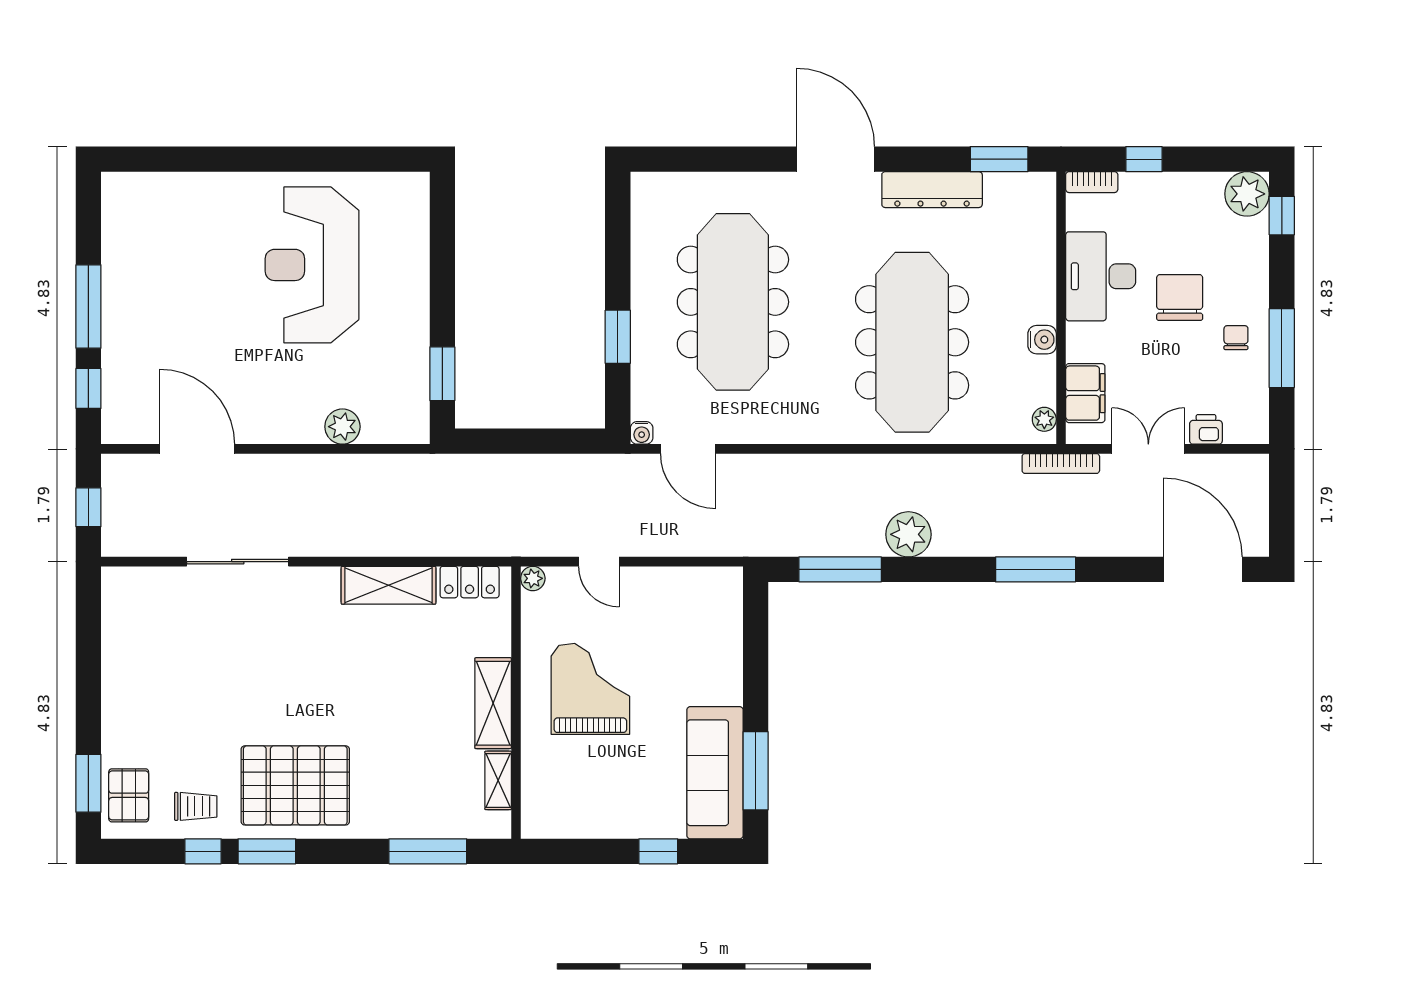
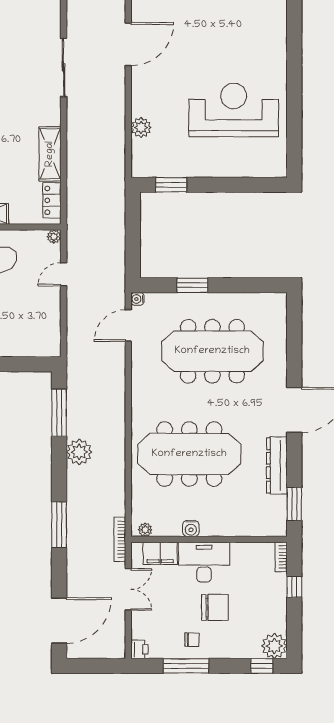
desk: (1101, 276) -> (204, 562), moved
printer: (1206, 429) -> (139, 649), moved

